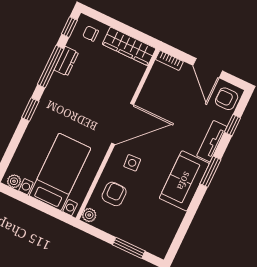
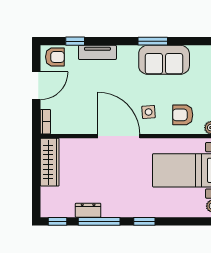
chair: (91, 34) -> (54, 201), removed
armchair: (227, 99) -> (55, 57), turned -90
window: (210, 172) -> (153, 41), moved
sofa: (184, 181) -> (164, 60), moved

